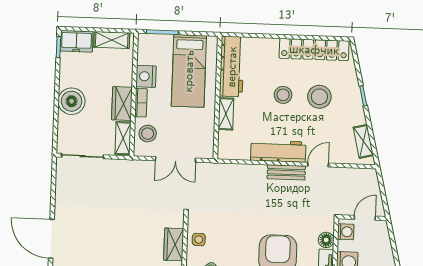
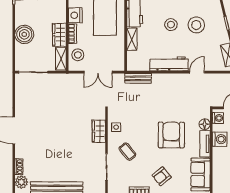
bench: (286, 172) -> (138, 78), moved

